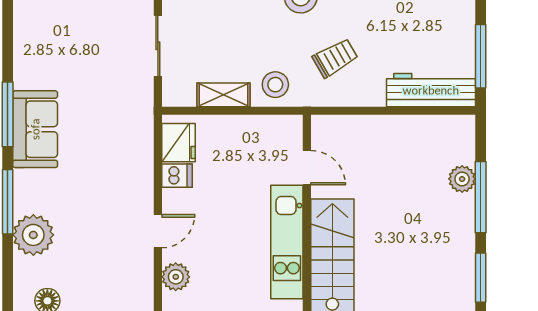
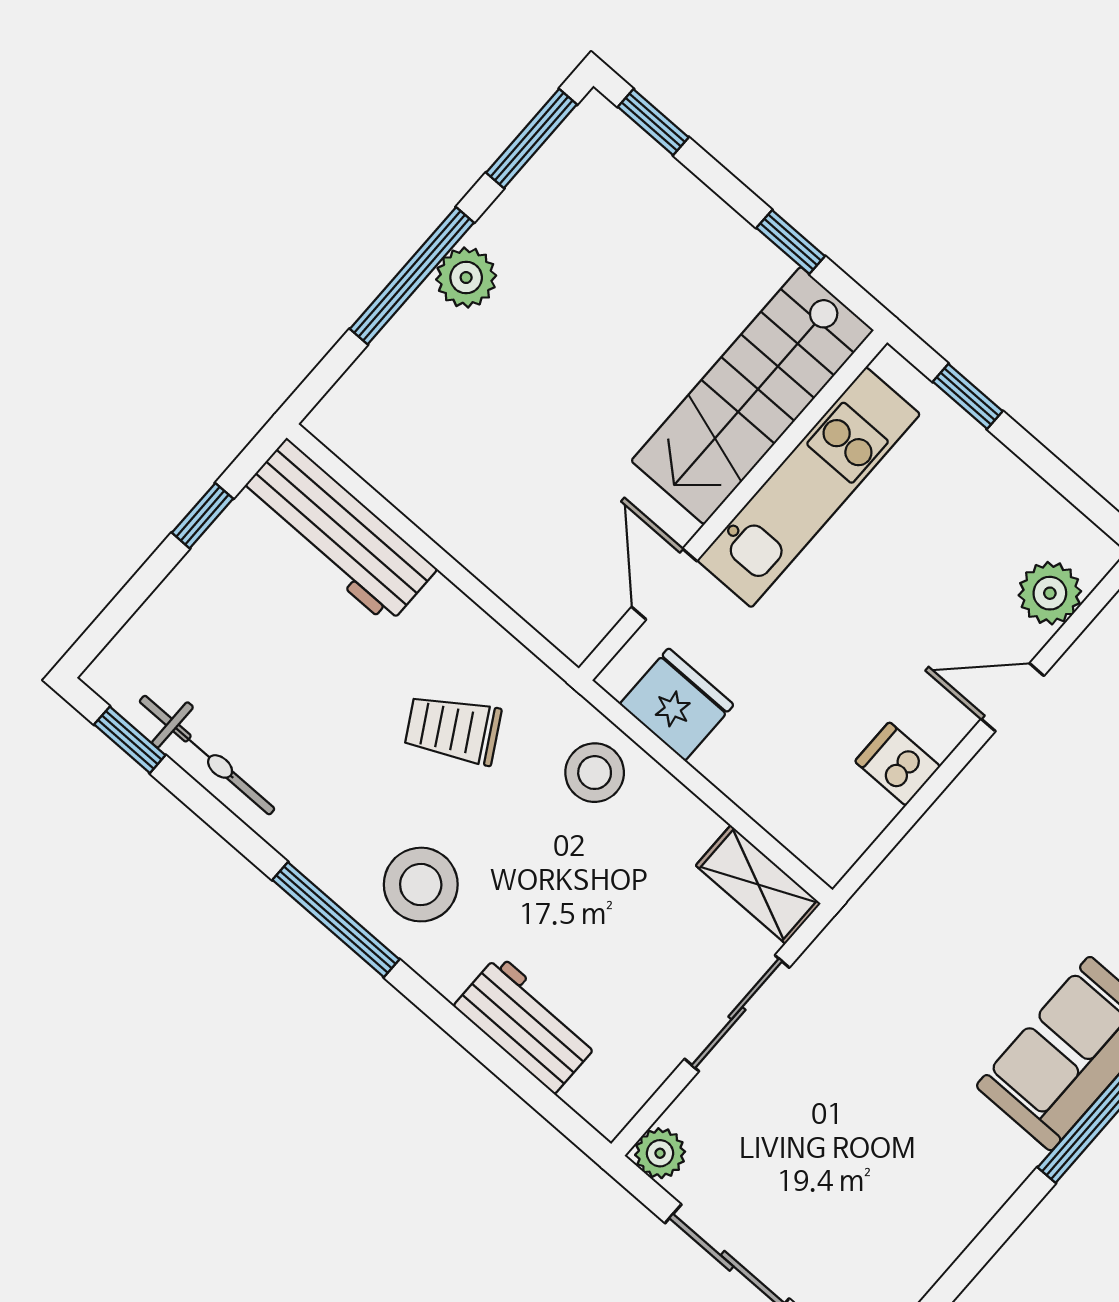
window: (481, 56) -> (203, 516), width x0.46
shelving: (223, 95) -> (758, 885), moved
fridge: (178, 143) -> (677, 704), moved, turned 90
plant: (462, 179) -> (466, 278), moved

